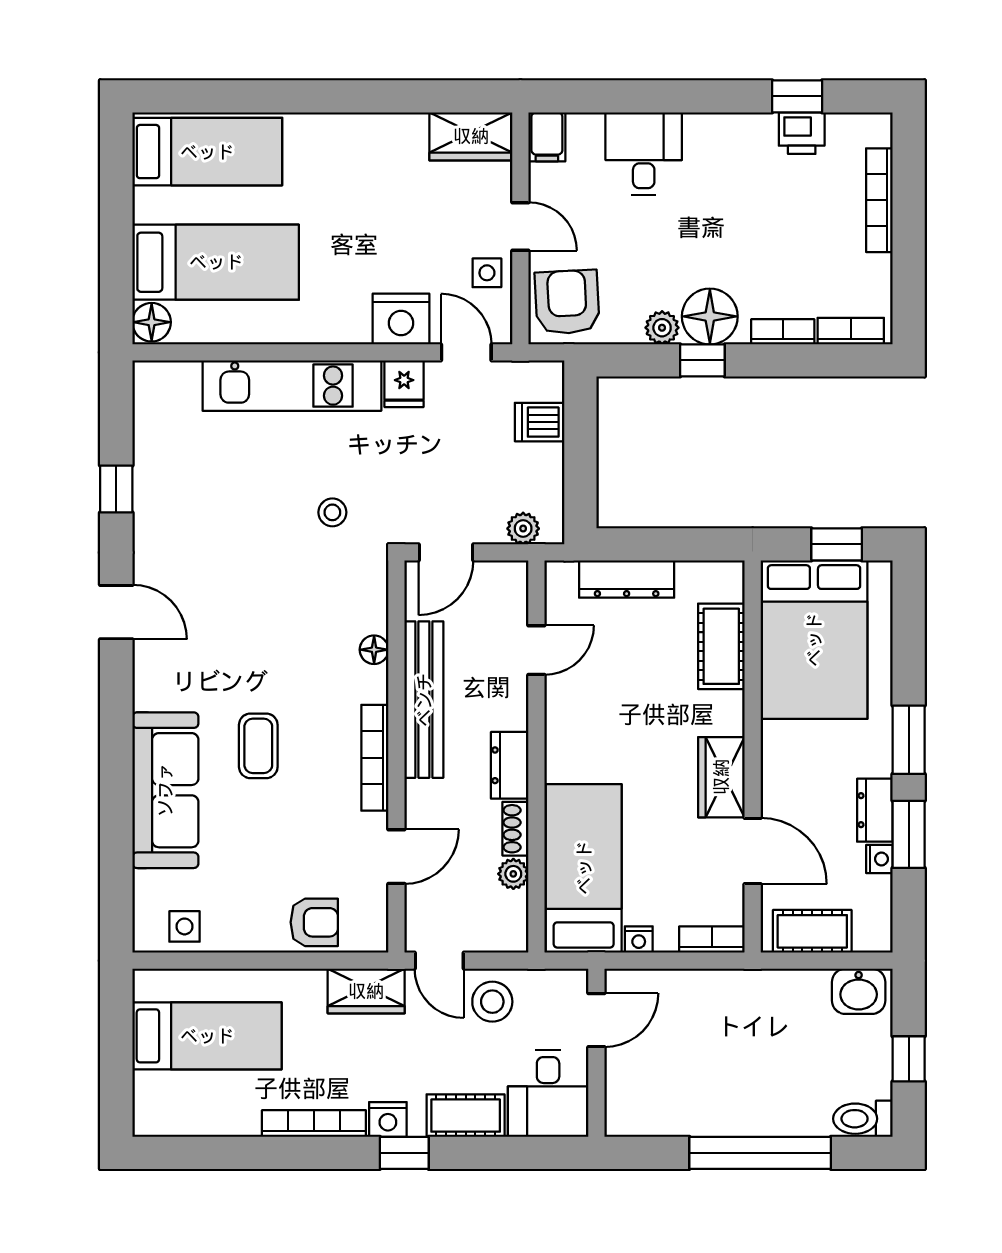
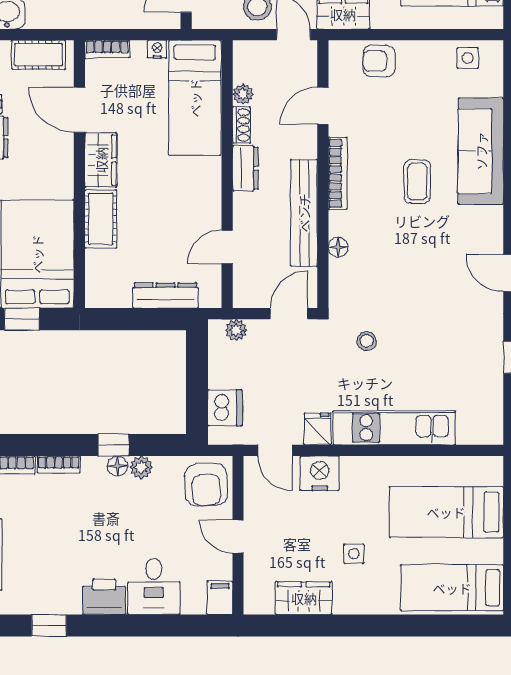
printer: (802, 133) -> (104, 597), moved, width x1.36, depth x1.24
wardrobe: (471, 136) -> (304, 598), moved
side table: (487, 273) -> (354, 554), moved
floor lamp: (710, 316) -> (118, 466), width x0.53, depth x0.53
floor lamp: (152, 322) -> (490, 471), removed
dishwasher: (540, 422) -> (225, 408), width x1.38
cot: (721, 646) -> (101, 219), moved

